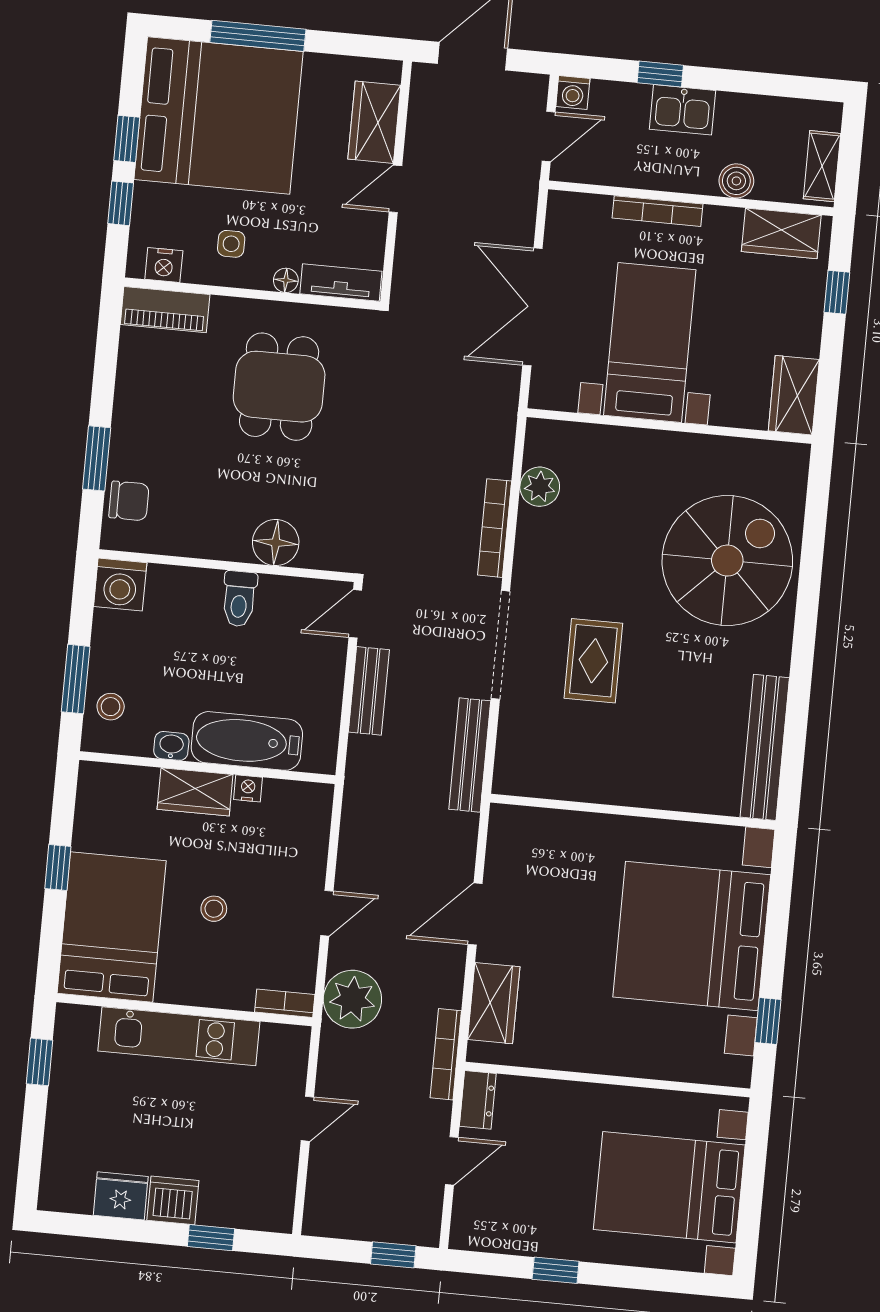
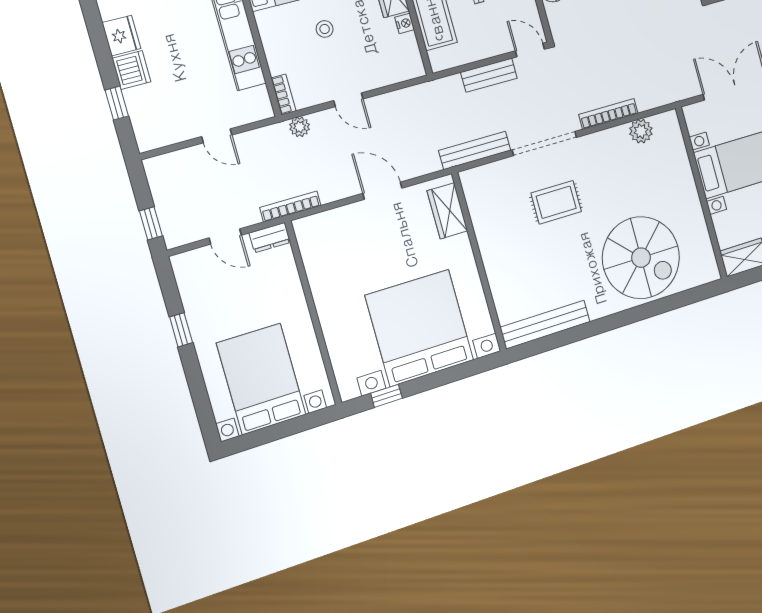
plant: (352, 999) -> (300, 127), width x0.53, depth x0.53
wardrobe: (494, 1003) -> (447, 211), moved, turned 90

